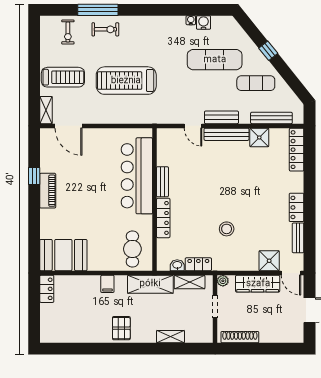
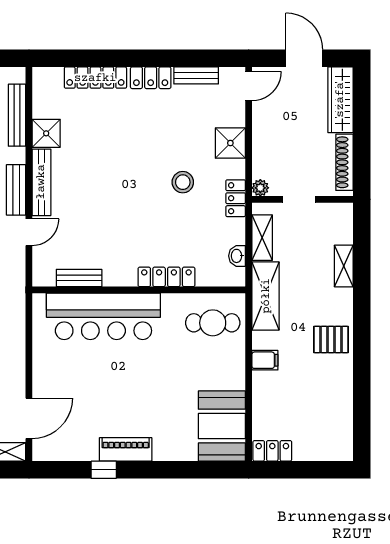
locker: (297, 150) -> (95, 78), moved
bench: (162, 182) -> (79, 278), moved
shower: (269, 261) -> (230, 143), moved
locker: (198, 264) -> (236, 198), moved
wardrobe: (258, 284) -> (340, 100), moved, turned 180

